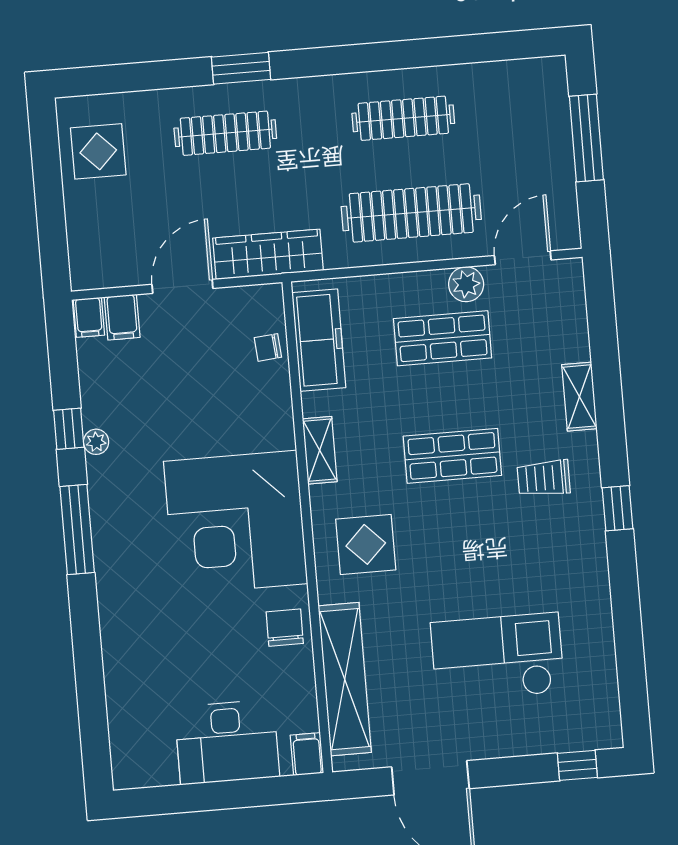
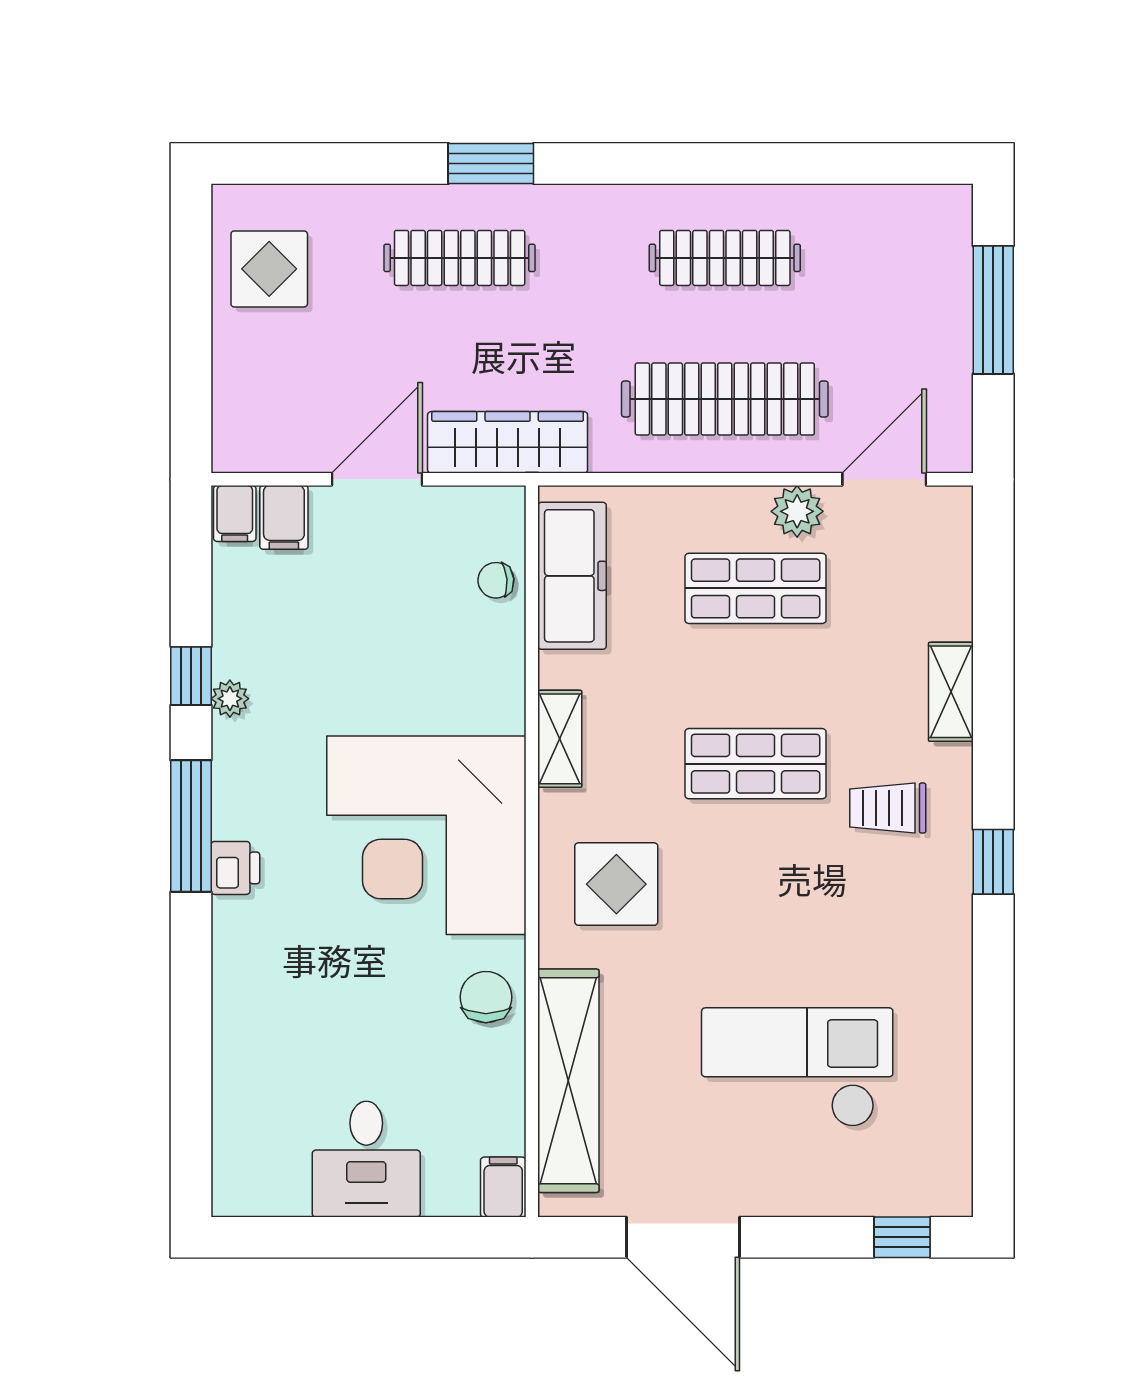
printer: (109, 555) -> (235, 868), added
desk: (227, 742) -> (366, 1159), width x0.73

